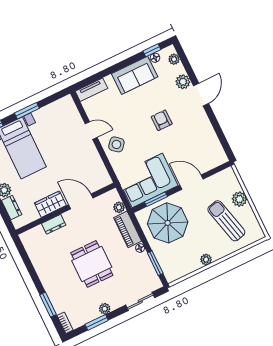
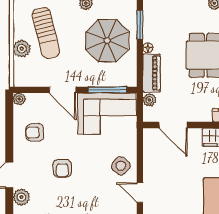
armchair: (197, 138) -> (35, 133), added
plant: (222, 158) -> (19, 99), added
window: (156, 199) -> (107, 90), width x1.44
door: (81, 201) -> (173, 125), moved
parasol: (168, 223) -> (107, 41), moved

